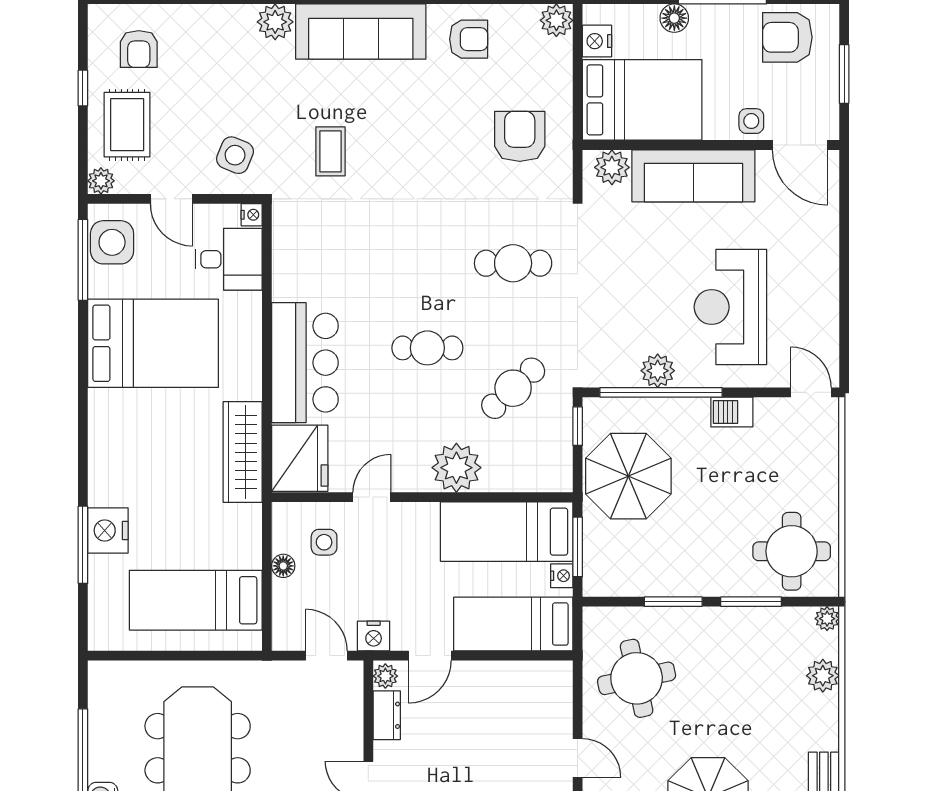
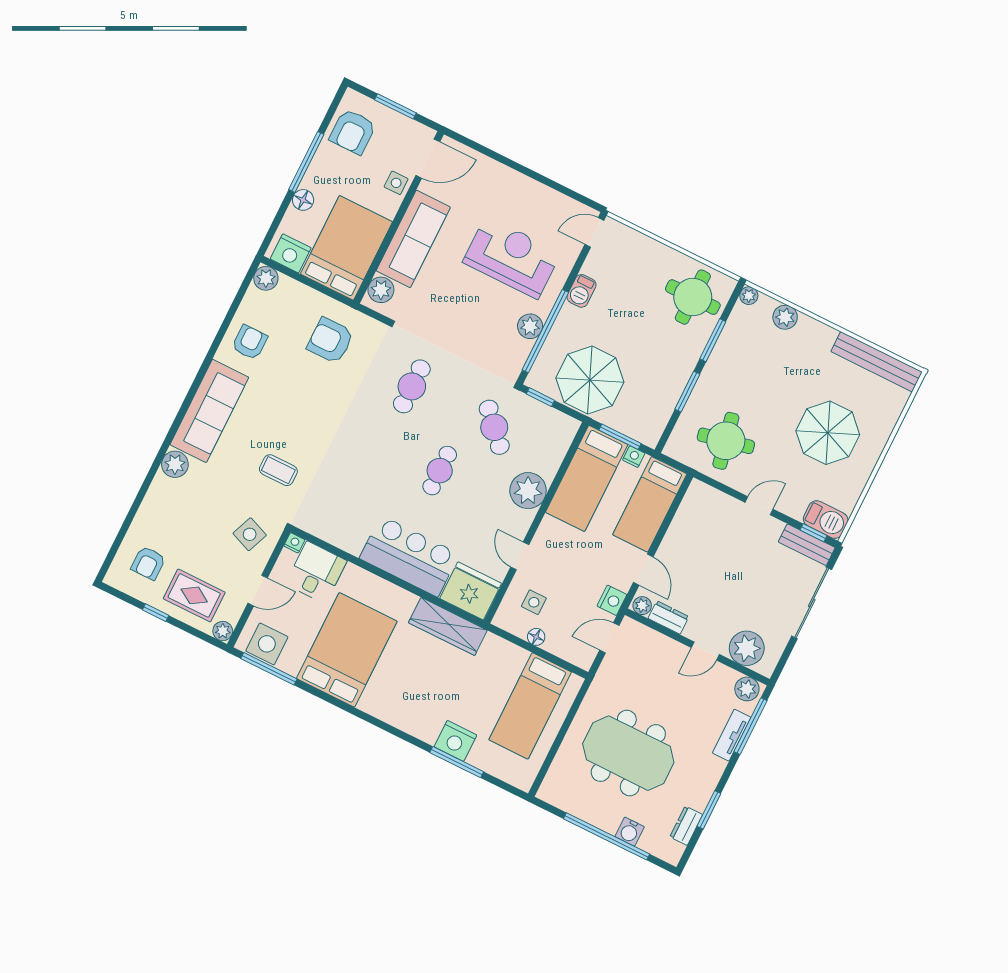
nightstand: (597, 41) -> (291, 253), width x1.36, depth x1.33
armchair: (139, 49) -> (148, 563), turned 90
reception desk: (730, 307) -> (512, 257), turned 180

